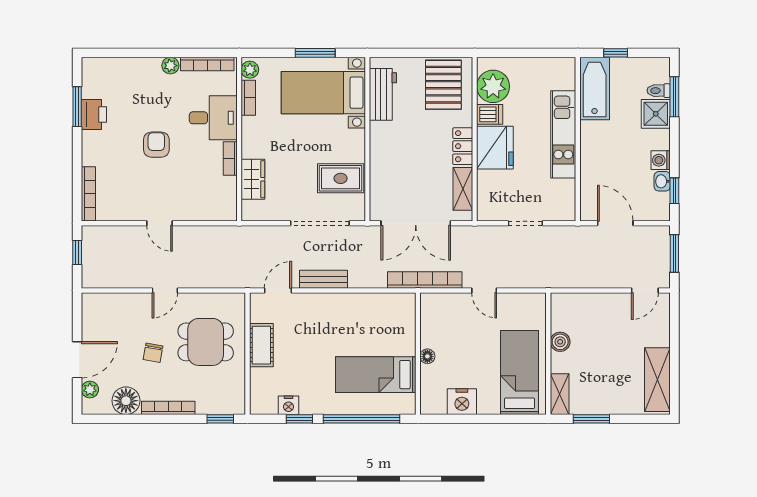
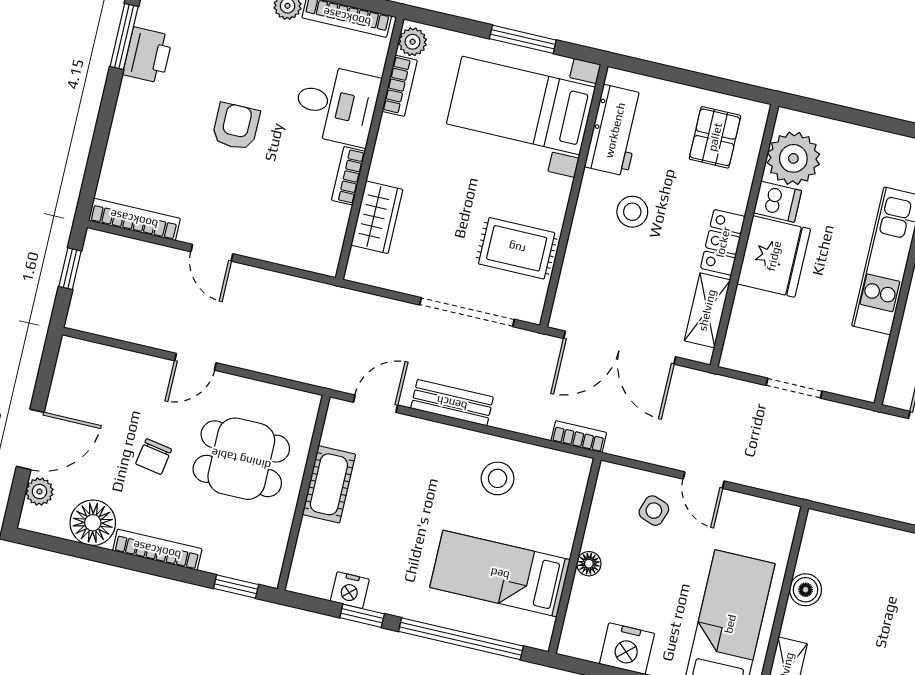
pallet: (443, 85) -> (715, 137), width x0.67, depth x0.71
stool: (404, 140) -> (632, 212), added
bookcase: (88, 194) -> (134, 219), moved, turned -90
bookcase: (425, 280) -> (579, 437), width x0.43, depth x0.76
side table: (459, 316) -> (654, 511), added
stool: (361, 318) -> (498, 478), added

